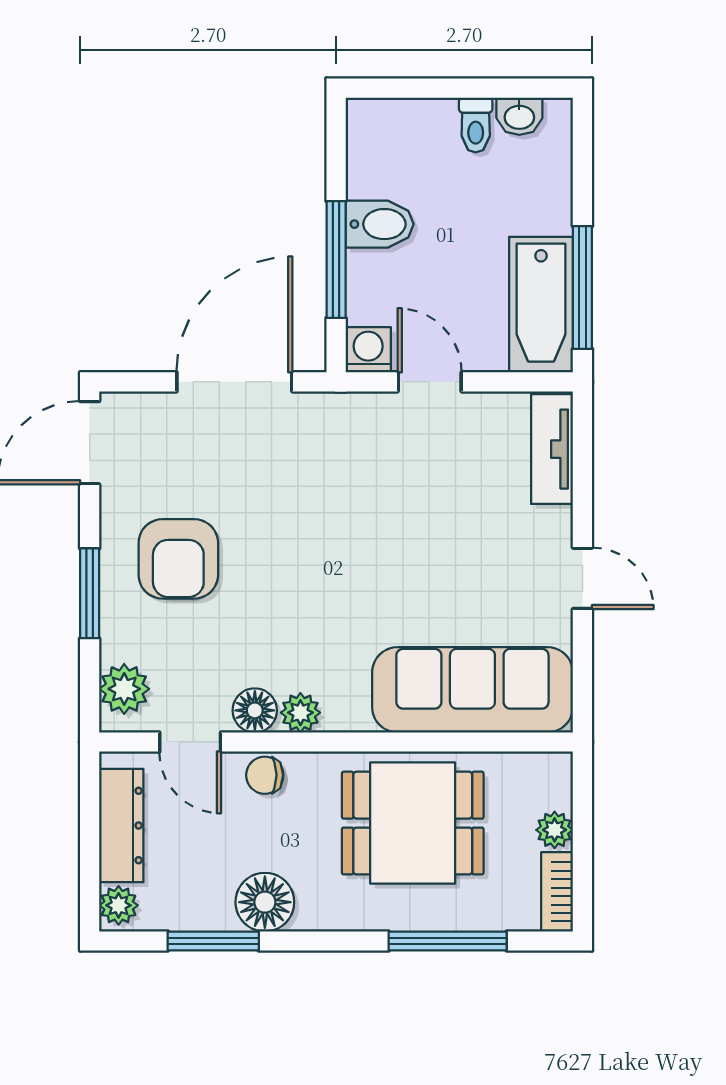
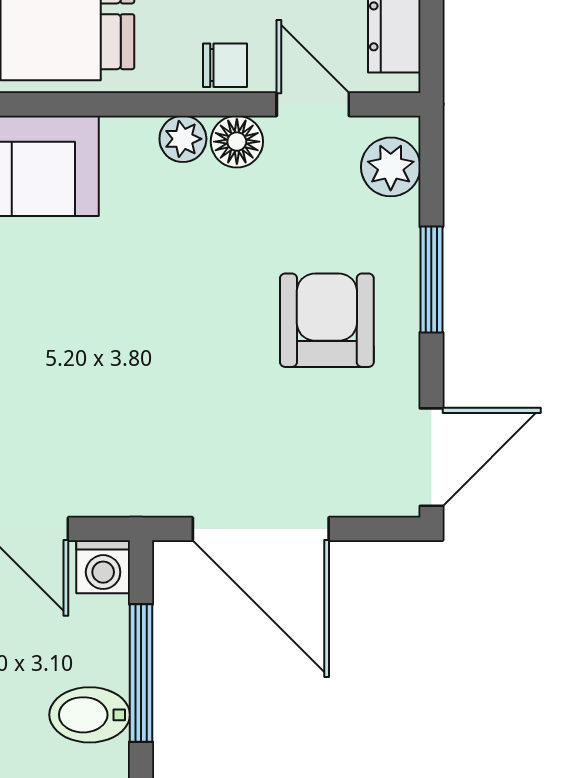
door: (234, 382) -> (261, 529), hinge flipped

